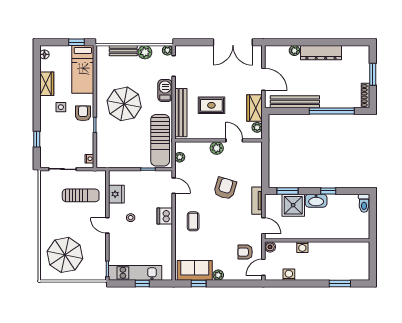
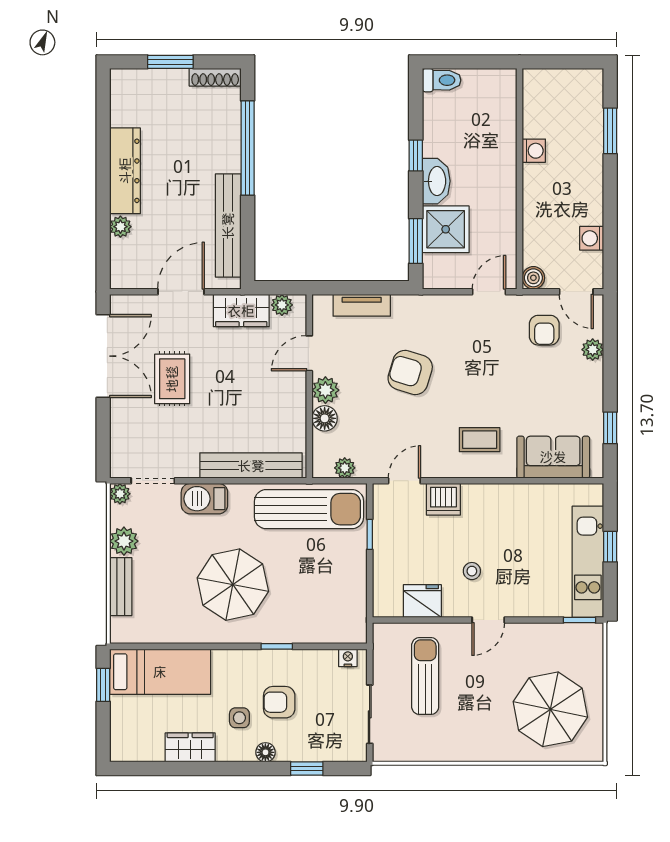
floor lamp: (44, 54) -> (265, 752), moved
rug: (211, 105) -> (172, 379), moved
armchair: (83, 113) -> (279, 702), moved
floor lamp: (203, 148) -> (325, 418), added
tv unit: (257, 201) -> (362, 305), moved
dishwasher: (165, 216) -> (443, 499), moved
washing machine: (302, 247) -> (534, 151), moved
sofa: (195, 270) -> (553, 457), moved, turned 90
plant: (218, 275) -> (593, 350), moved

